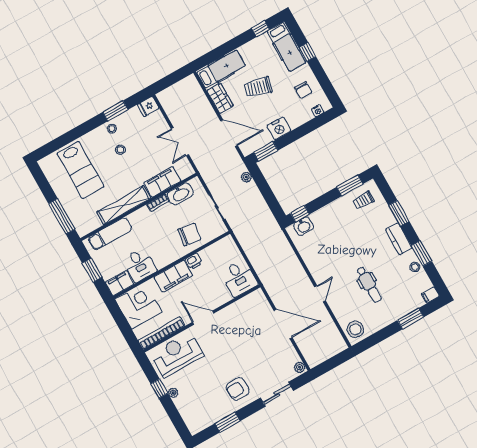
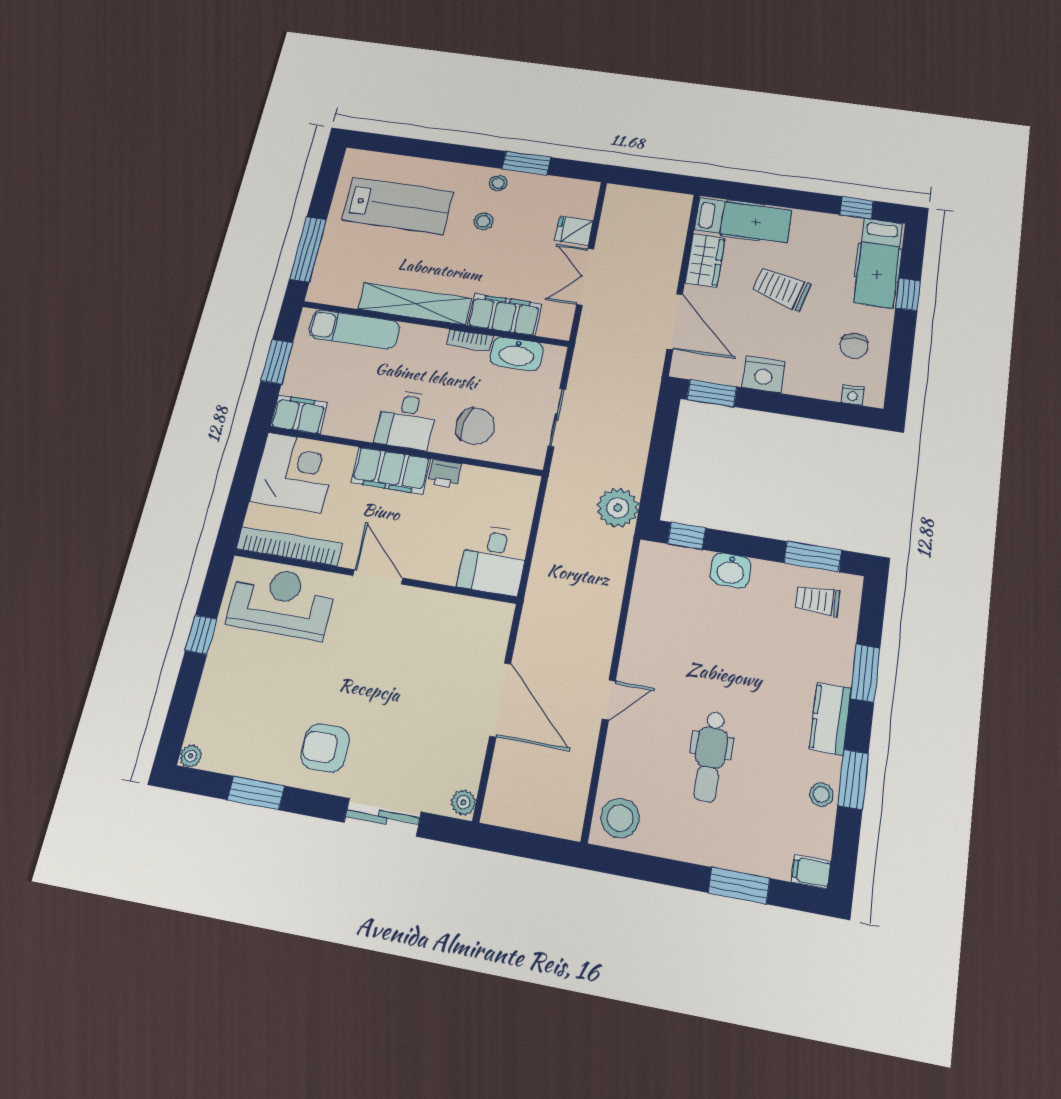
fridge: (148, 106) -> (574, 231), moved
lab bench: (80, 170) -> (398, 206), turned -90
plant: (246, 177) -> (618, 508), moved, width x1.88, depth x1.88
washbasin: (303, 226) -> (731, 570), moved
desk: (140, 265) -> (407, 420), moved
plant: (173, 393) -> (191, 756), moved

